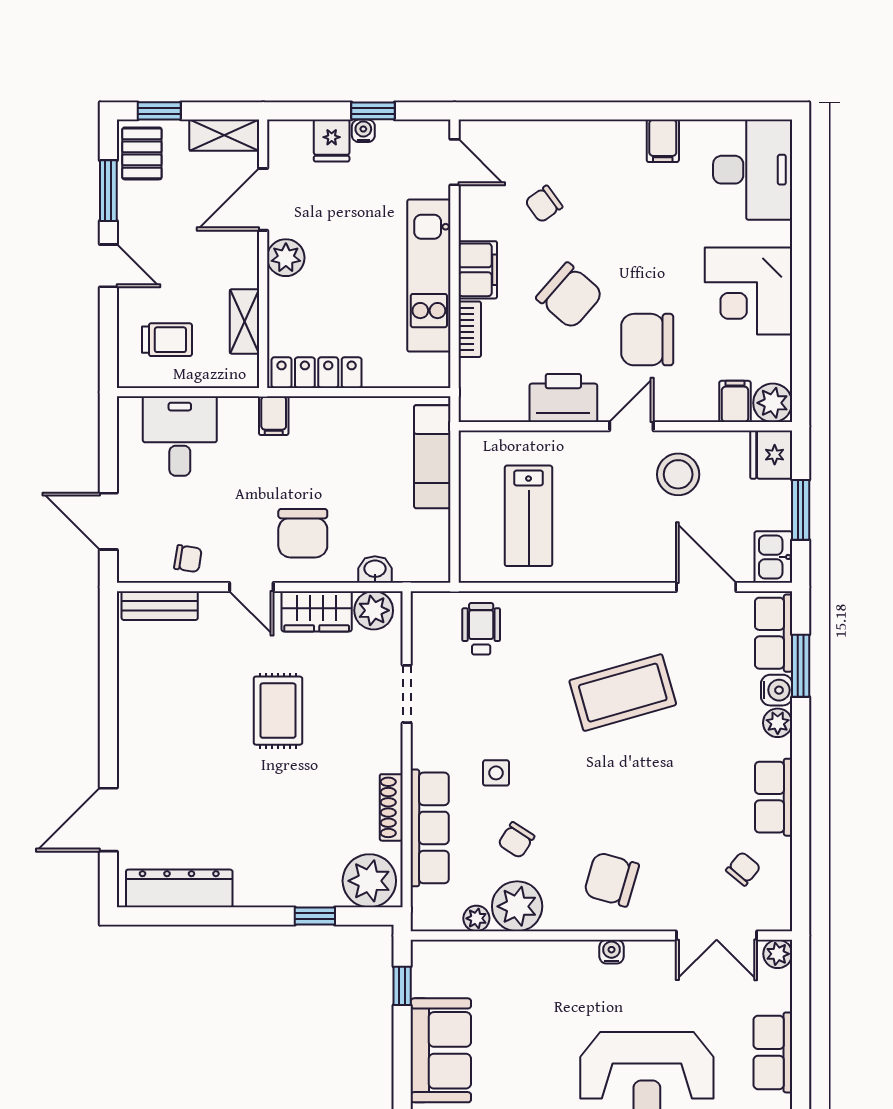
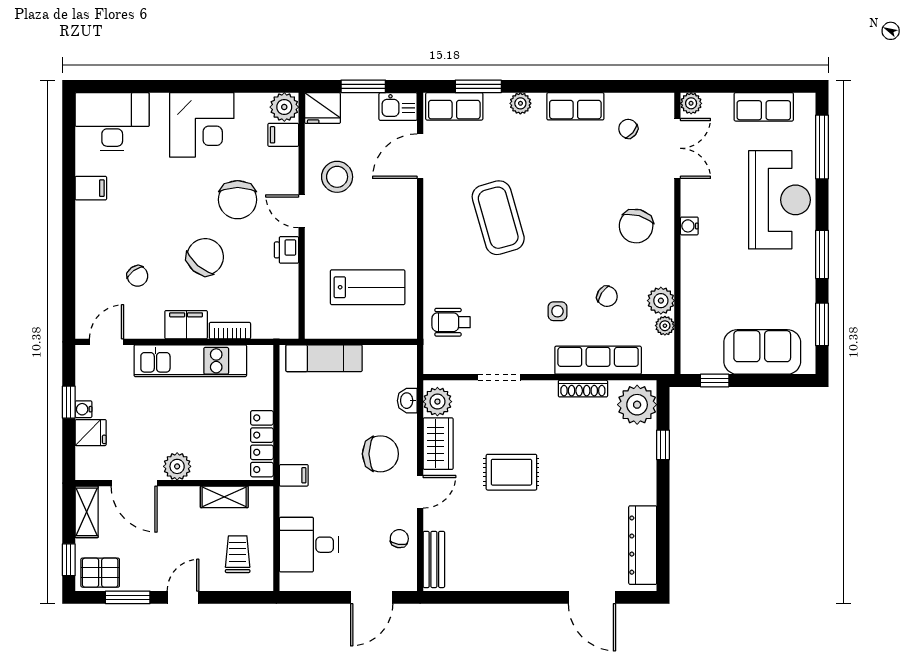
printer: (563, 398) -> (287, 250), width x0.53, depth x0.68
water cooler: (777, 690) -> (496, 104), removed
plant: (517, 906) -> (661, 301), width x0.73, depth x0.73

